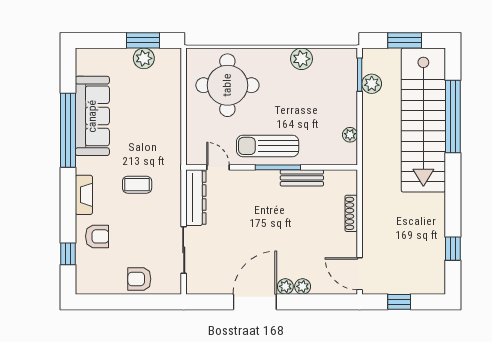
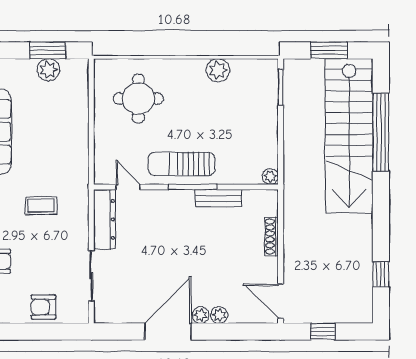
plant: (372, 84) -> (294, 97), removed
round table: (227, 85) -> (138, 99), width x0.73, depth x0.73
plant: (350, 135) -> (270, 177), moved

